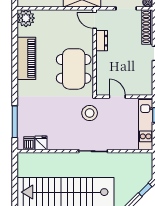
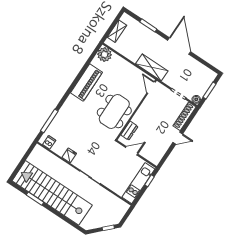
dresser: (102, 41) -> (129, 131), moved
door: (117, 97) -> (132, 151), hinge flipped
stool: (90, 113) -> (105, 149), removed
fridge: (41, 143) -> (69, 155), moved

